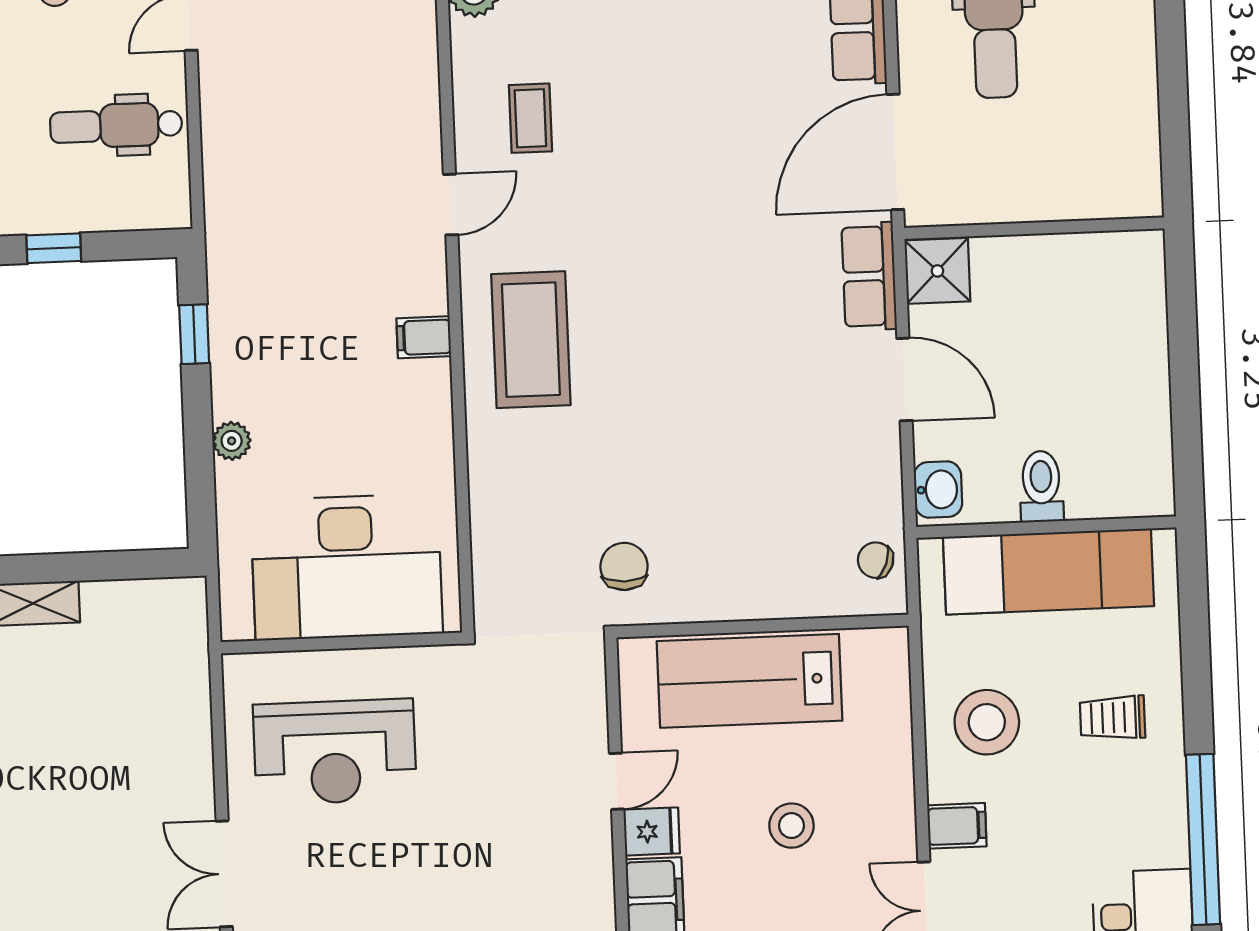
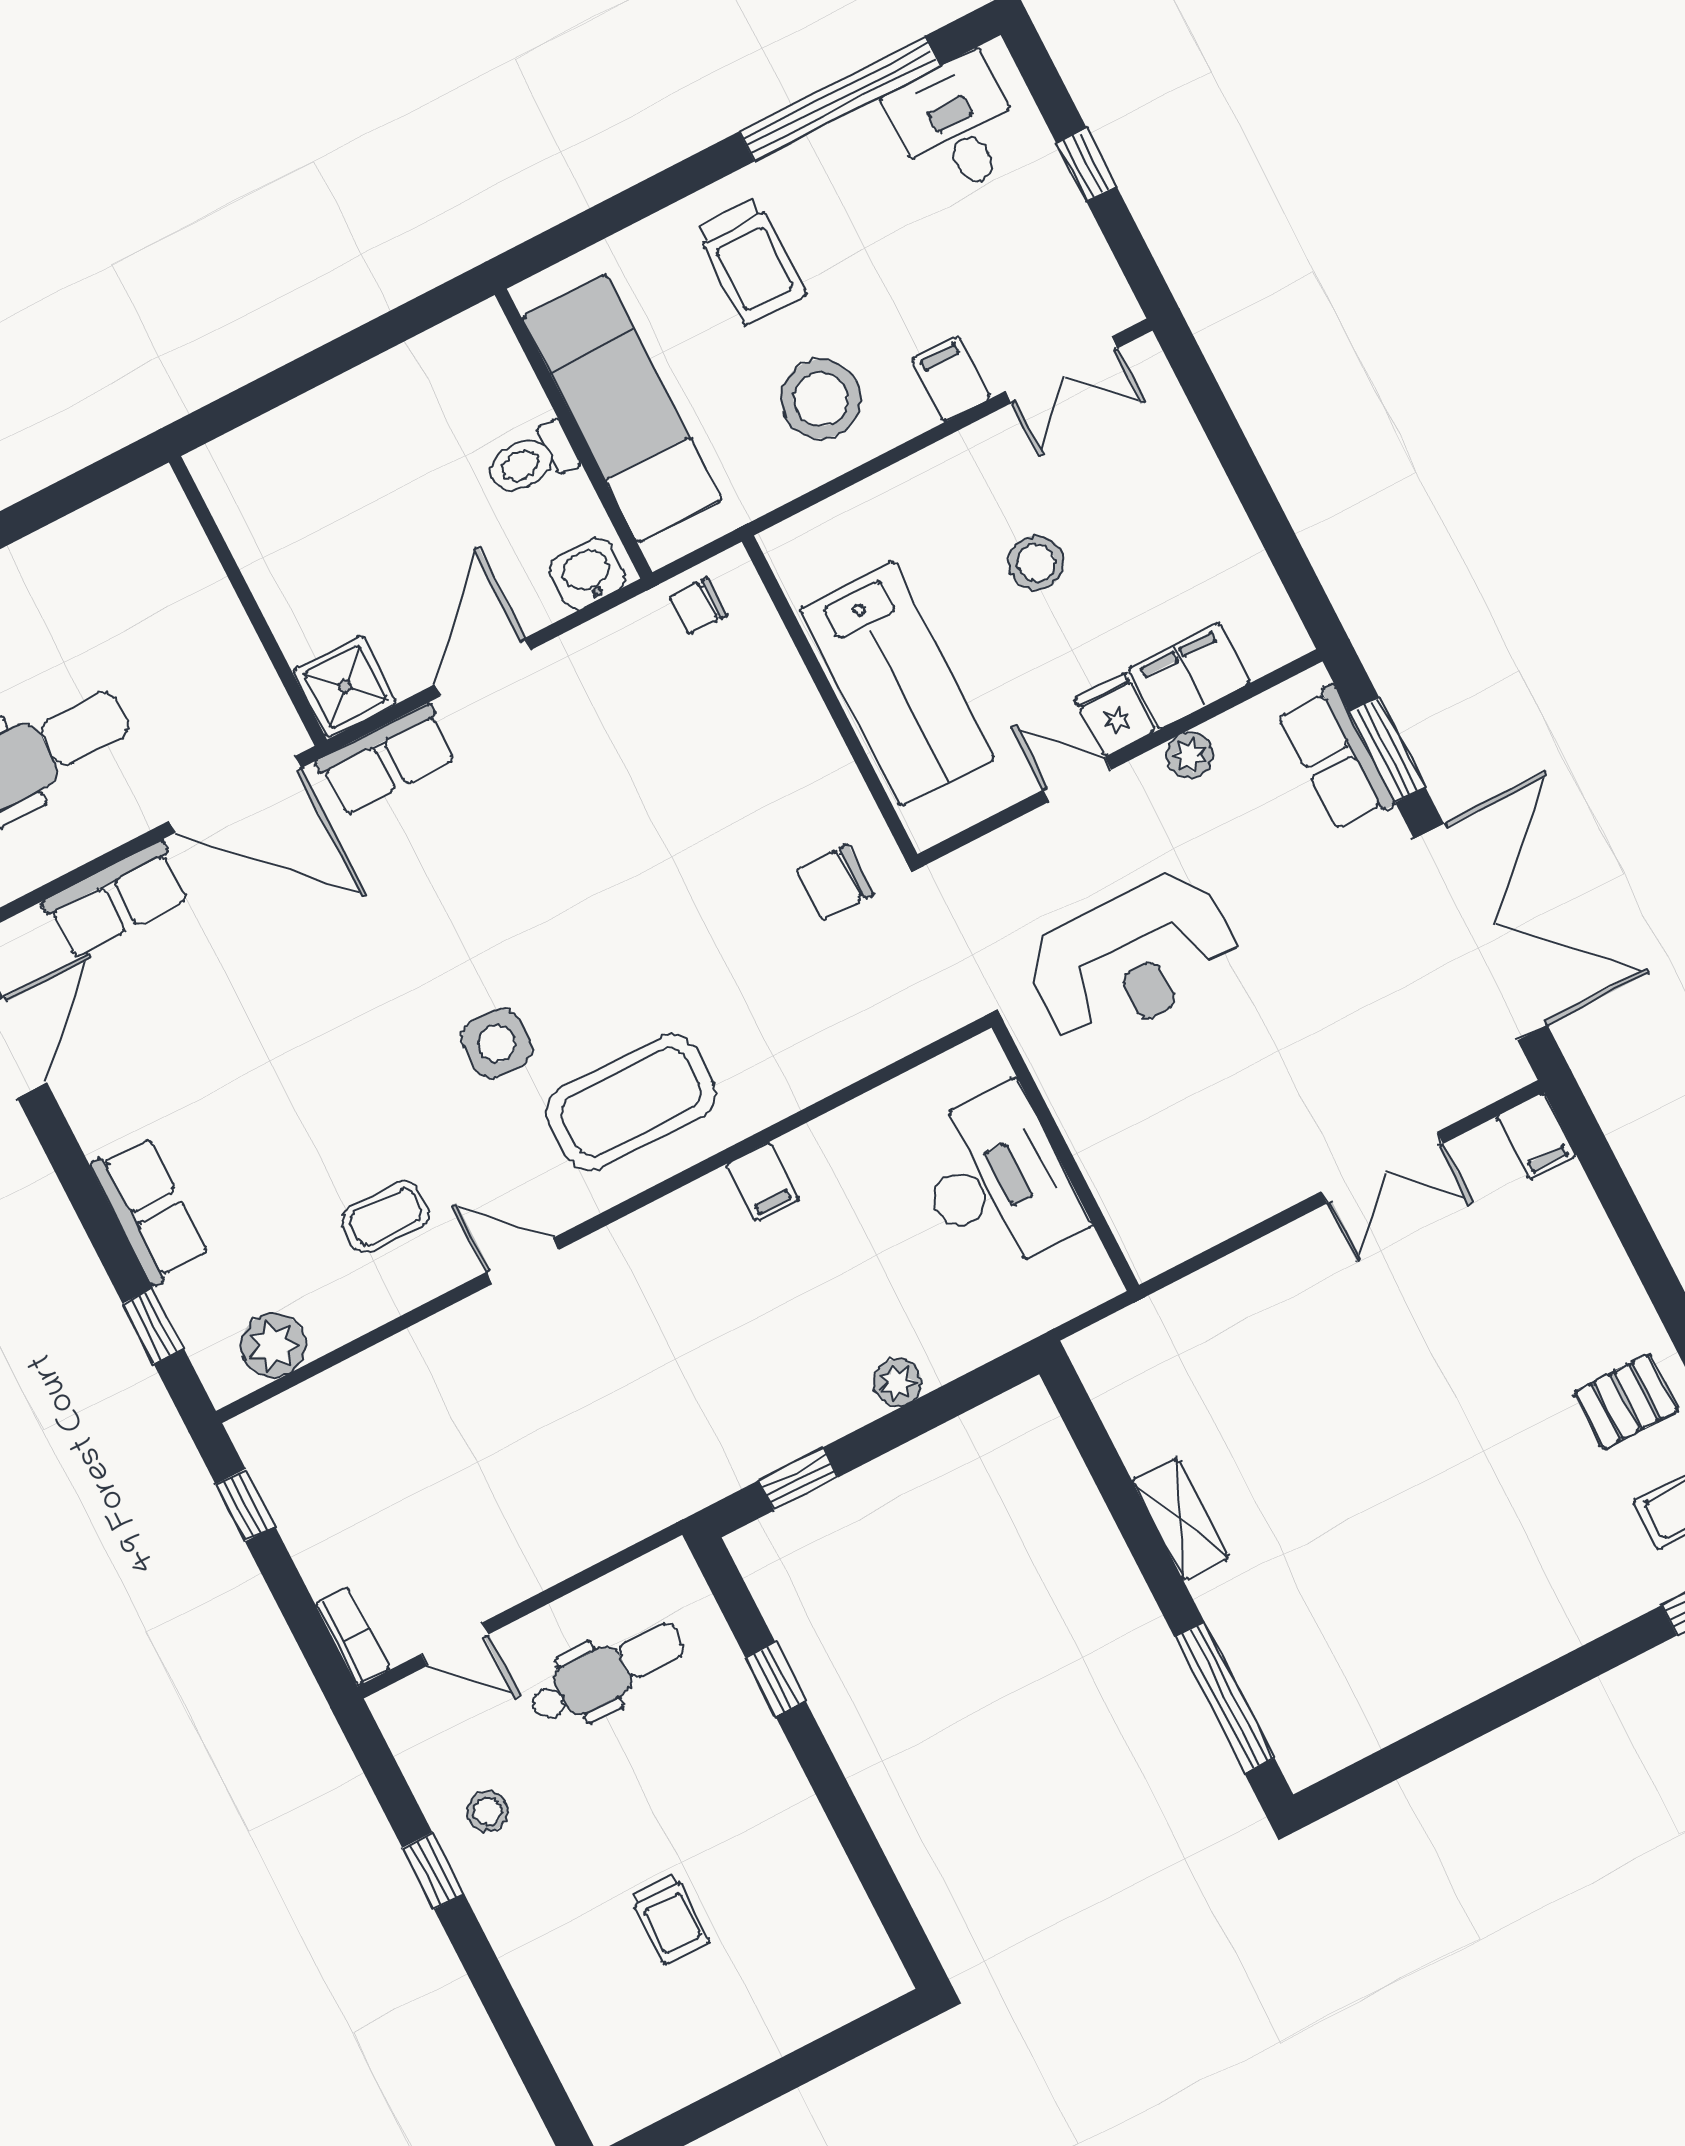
dental chair: (116, 125) -> (607, 1673), turned -90
side table: (621, 260) -> (497, 1043), added
filing cabinet: (424, 337) -> (763, 1182), moved
chair: (876, 560) -> (698, 606), turned 70
desk: (346, 567) -> (996, 1181), width x0.73, depth x0.77
trolley: (1112, 718) -> (751, 262), width x1.36, depth x1.39
reception desk: (335, 752) -> (1132, 959), moved, turned 90
plant: (596, 873) -> (1189, 755), added

